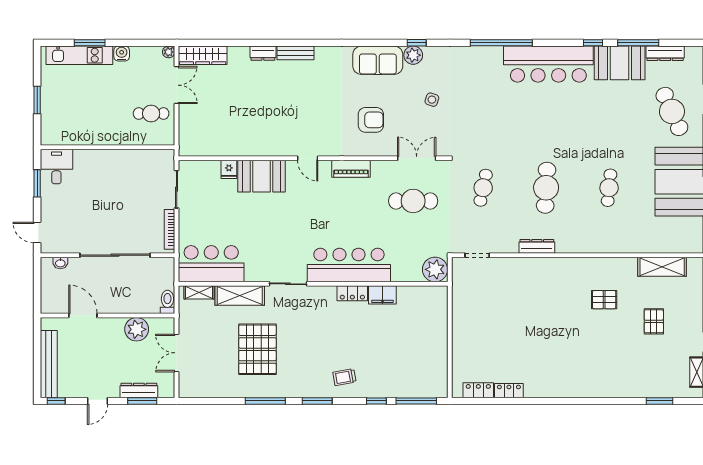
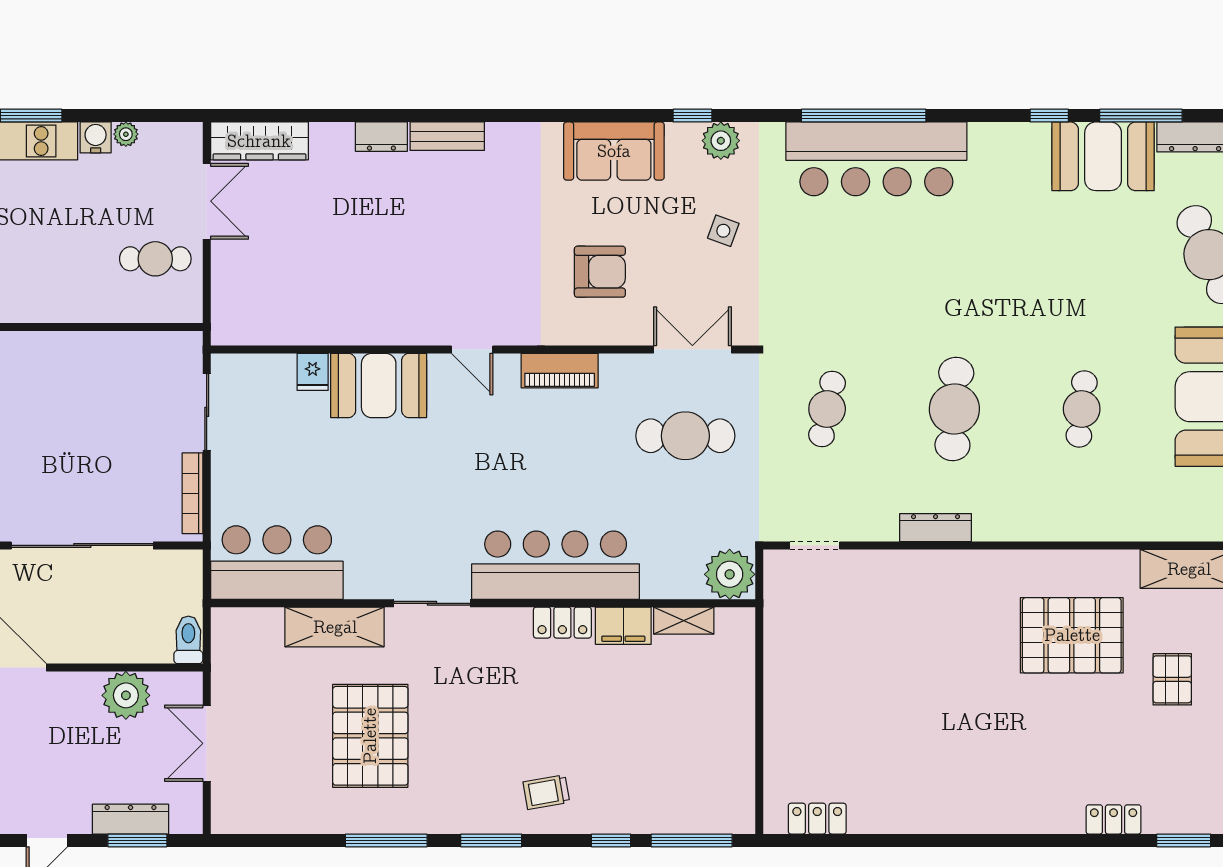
plant: (169, 52) -> (126, 134), moved
plant: (413, 55) -> (721, 141), moved
bar counter: (548, 64) -> (876, 159), moved
shelving: (199, 292) -> (684, 621), moved
pallet: (604, 300) -> (1072, 635), width x2.05, depth x2.00
locker: (509, 391) -> (1114, 819), moved

